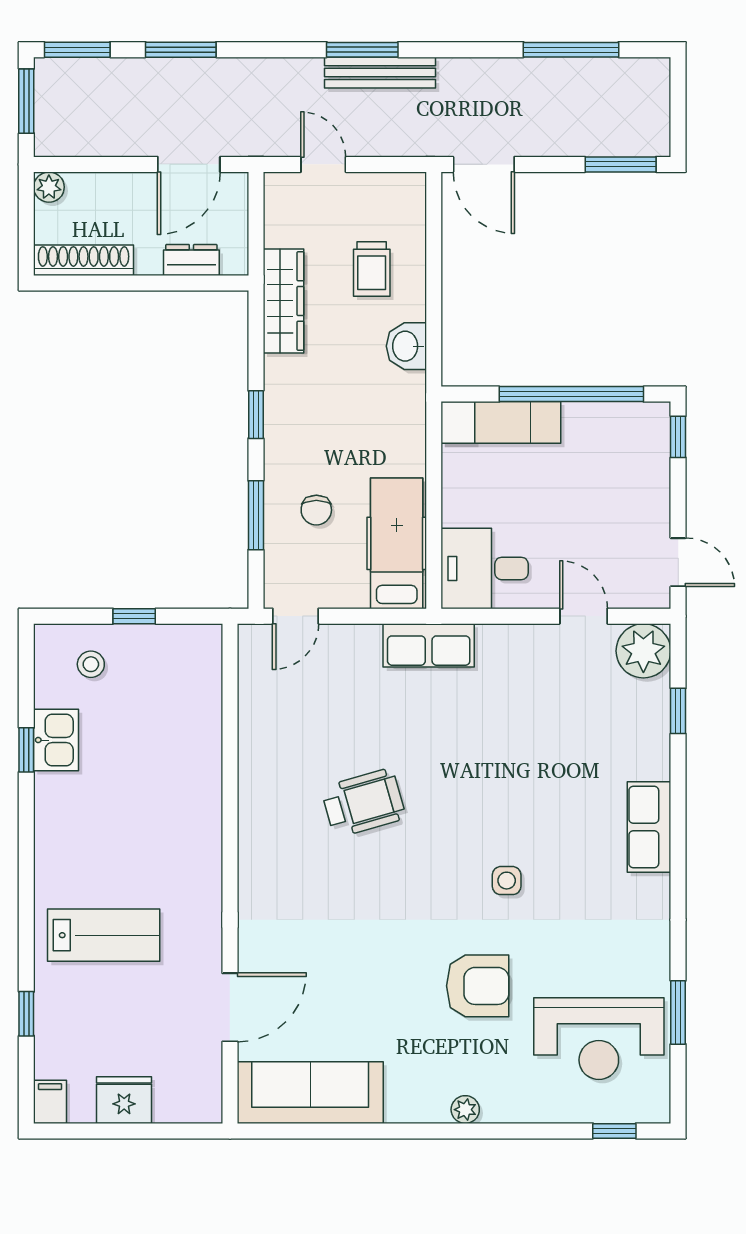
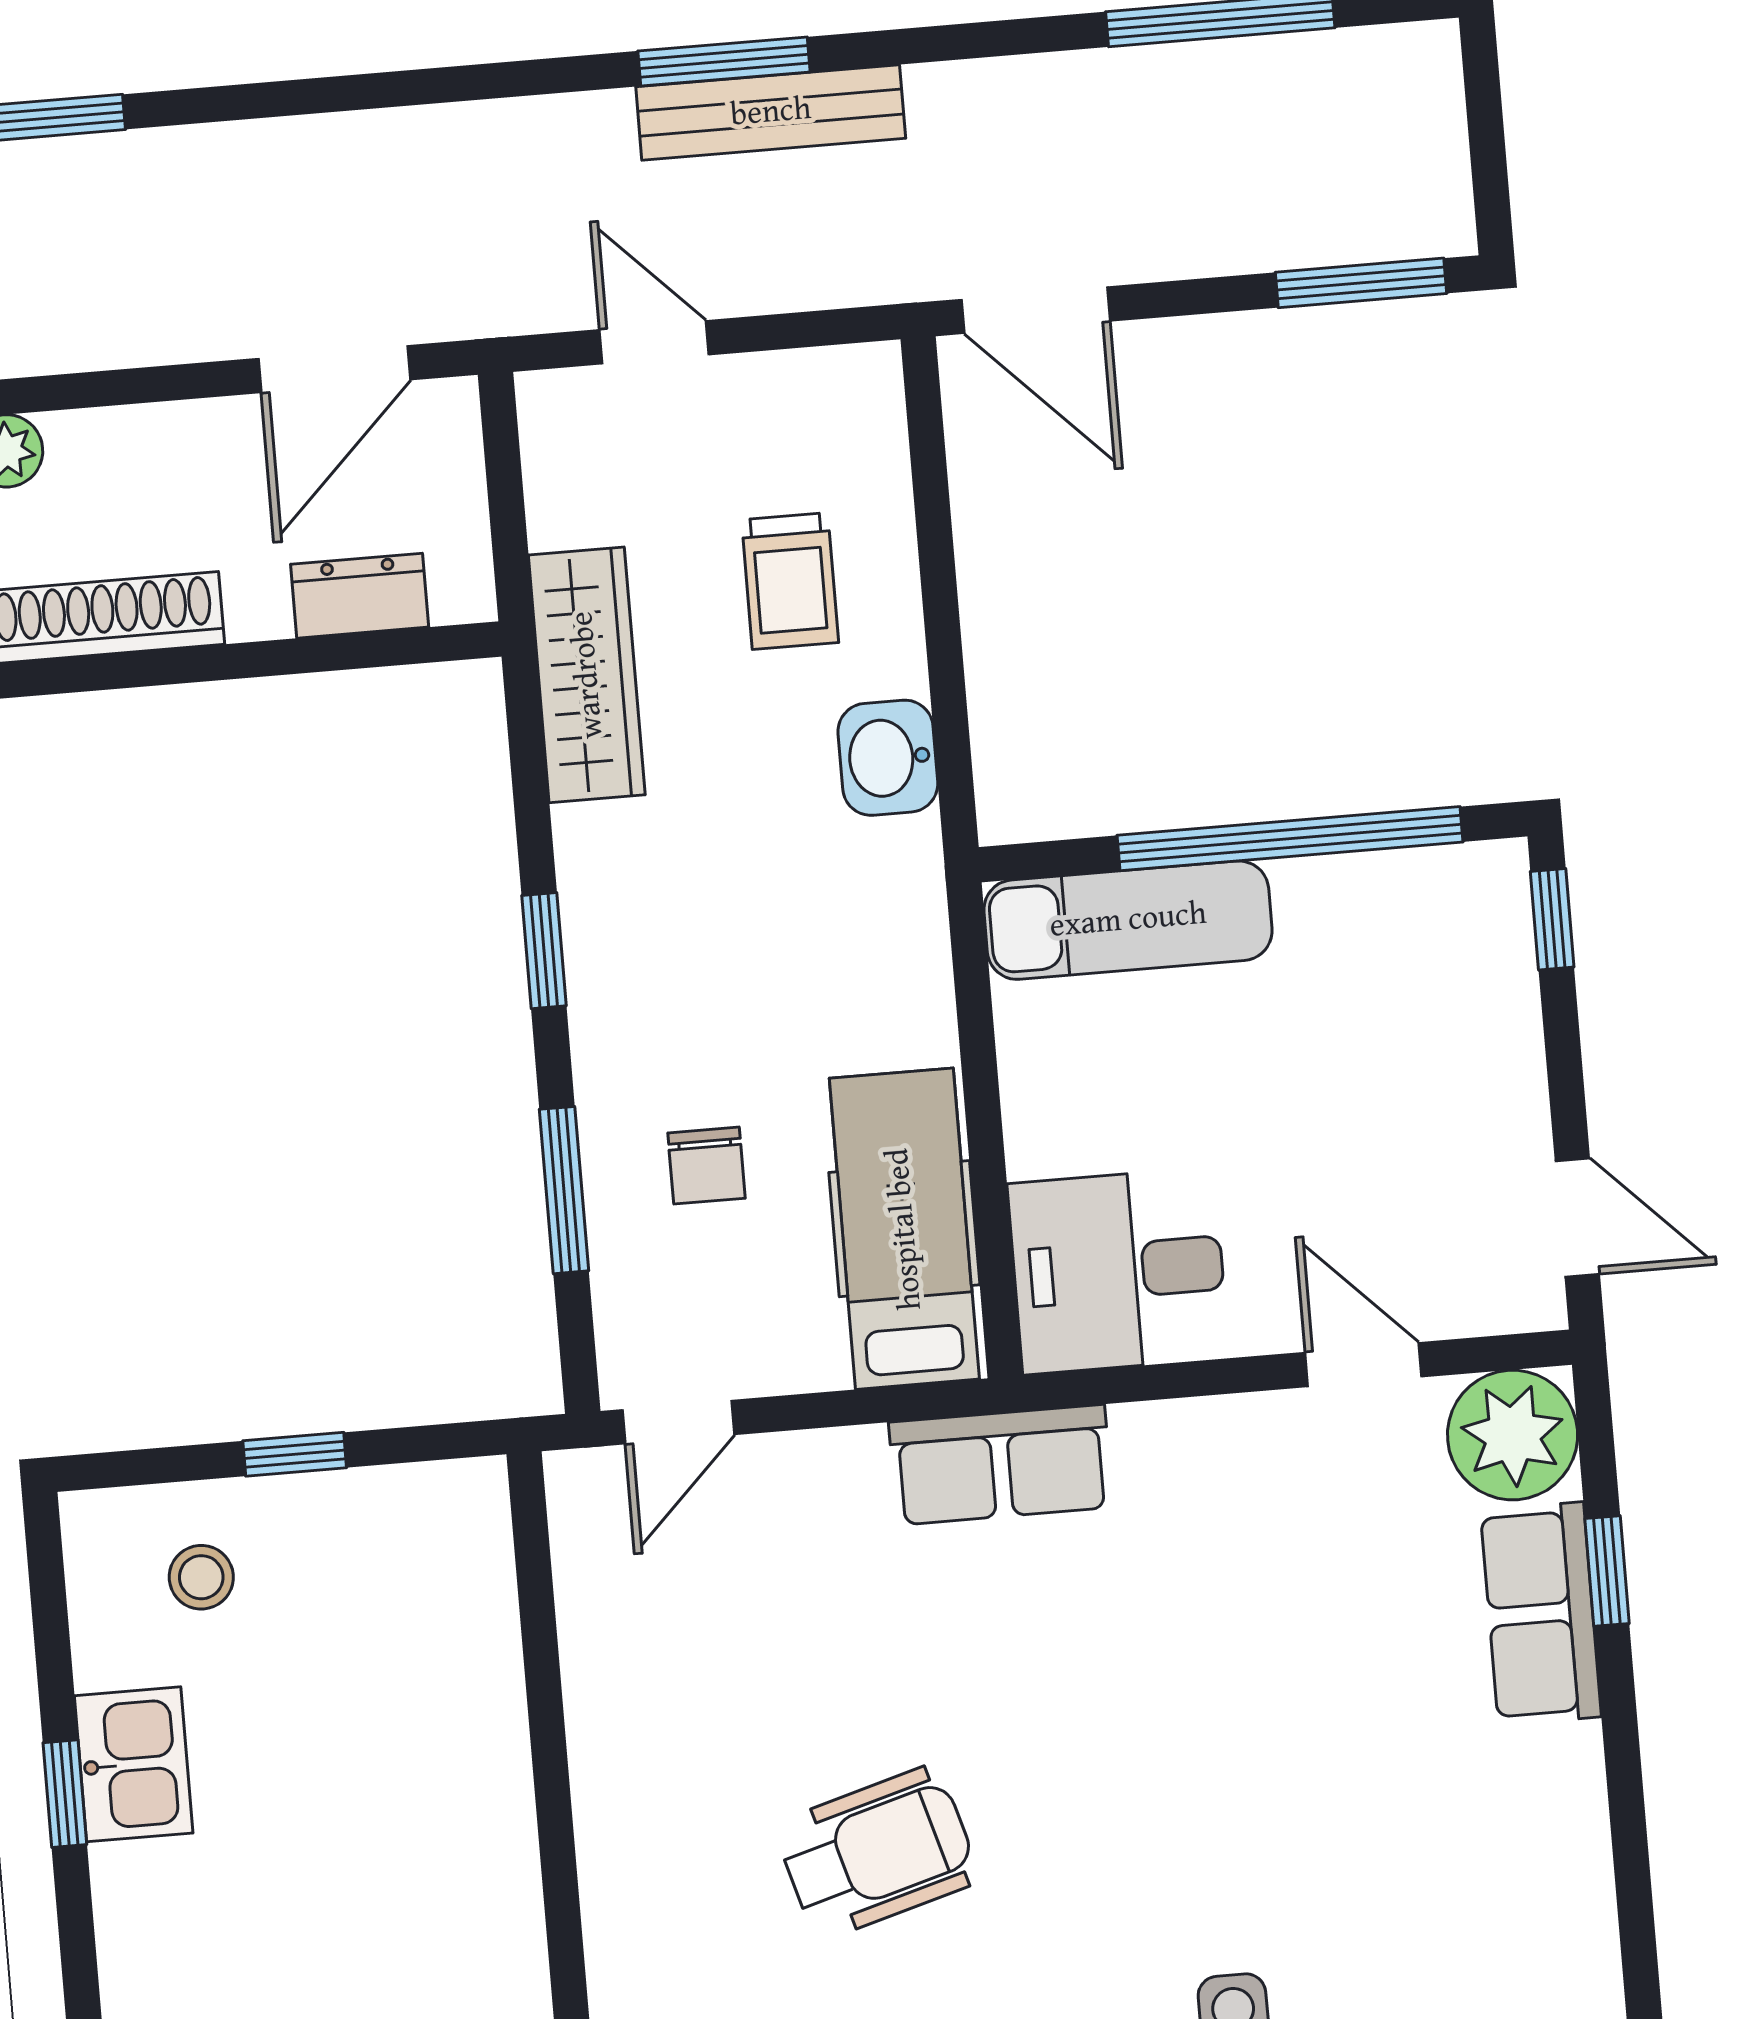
window: (181, 50) -> (292, 98), removed
row of seats: (649, 827) -> (1541, 1614), moved

